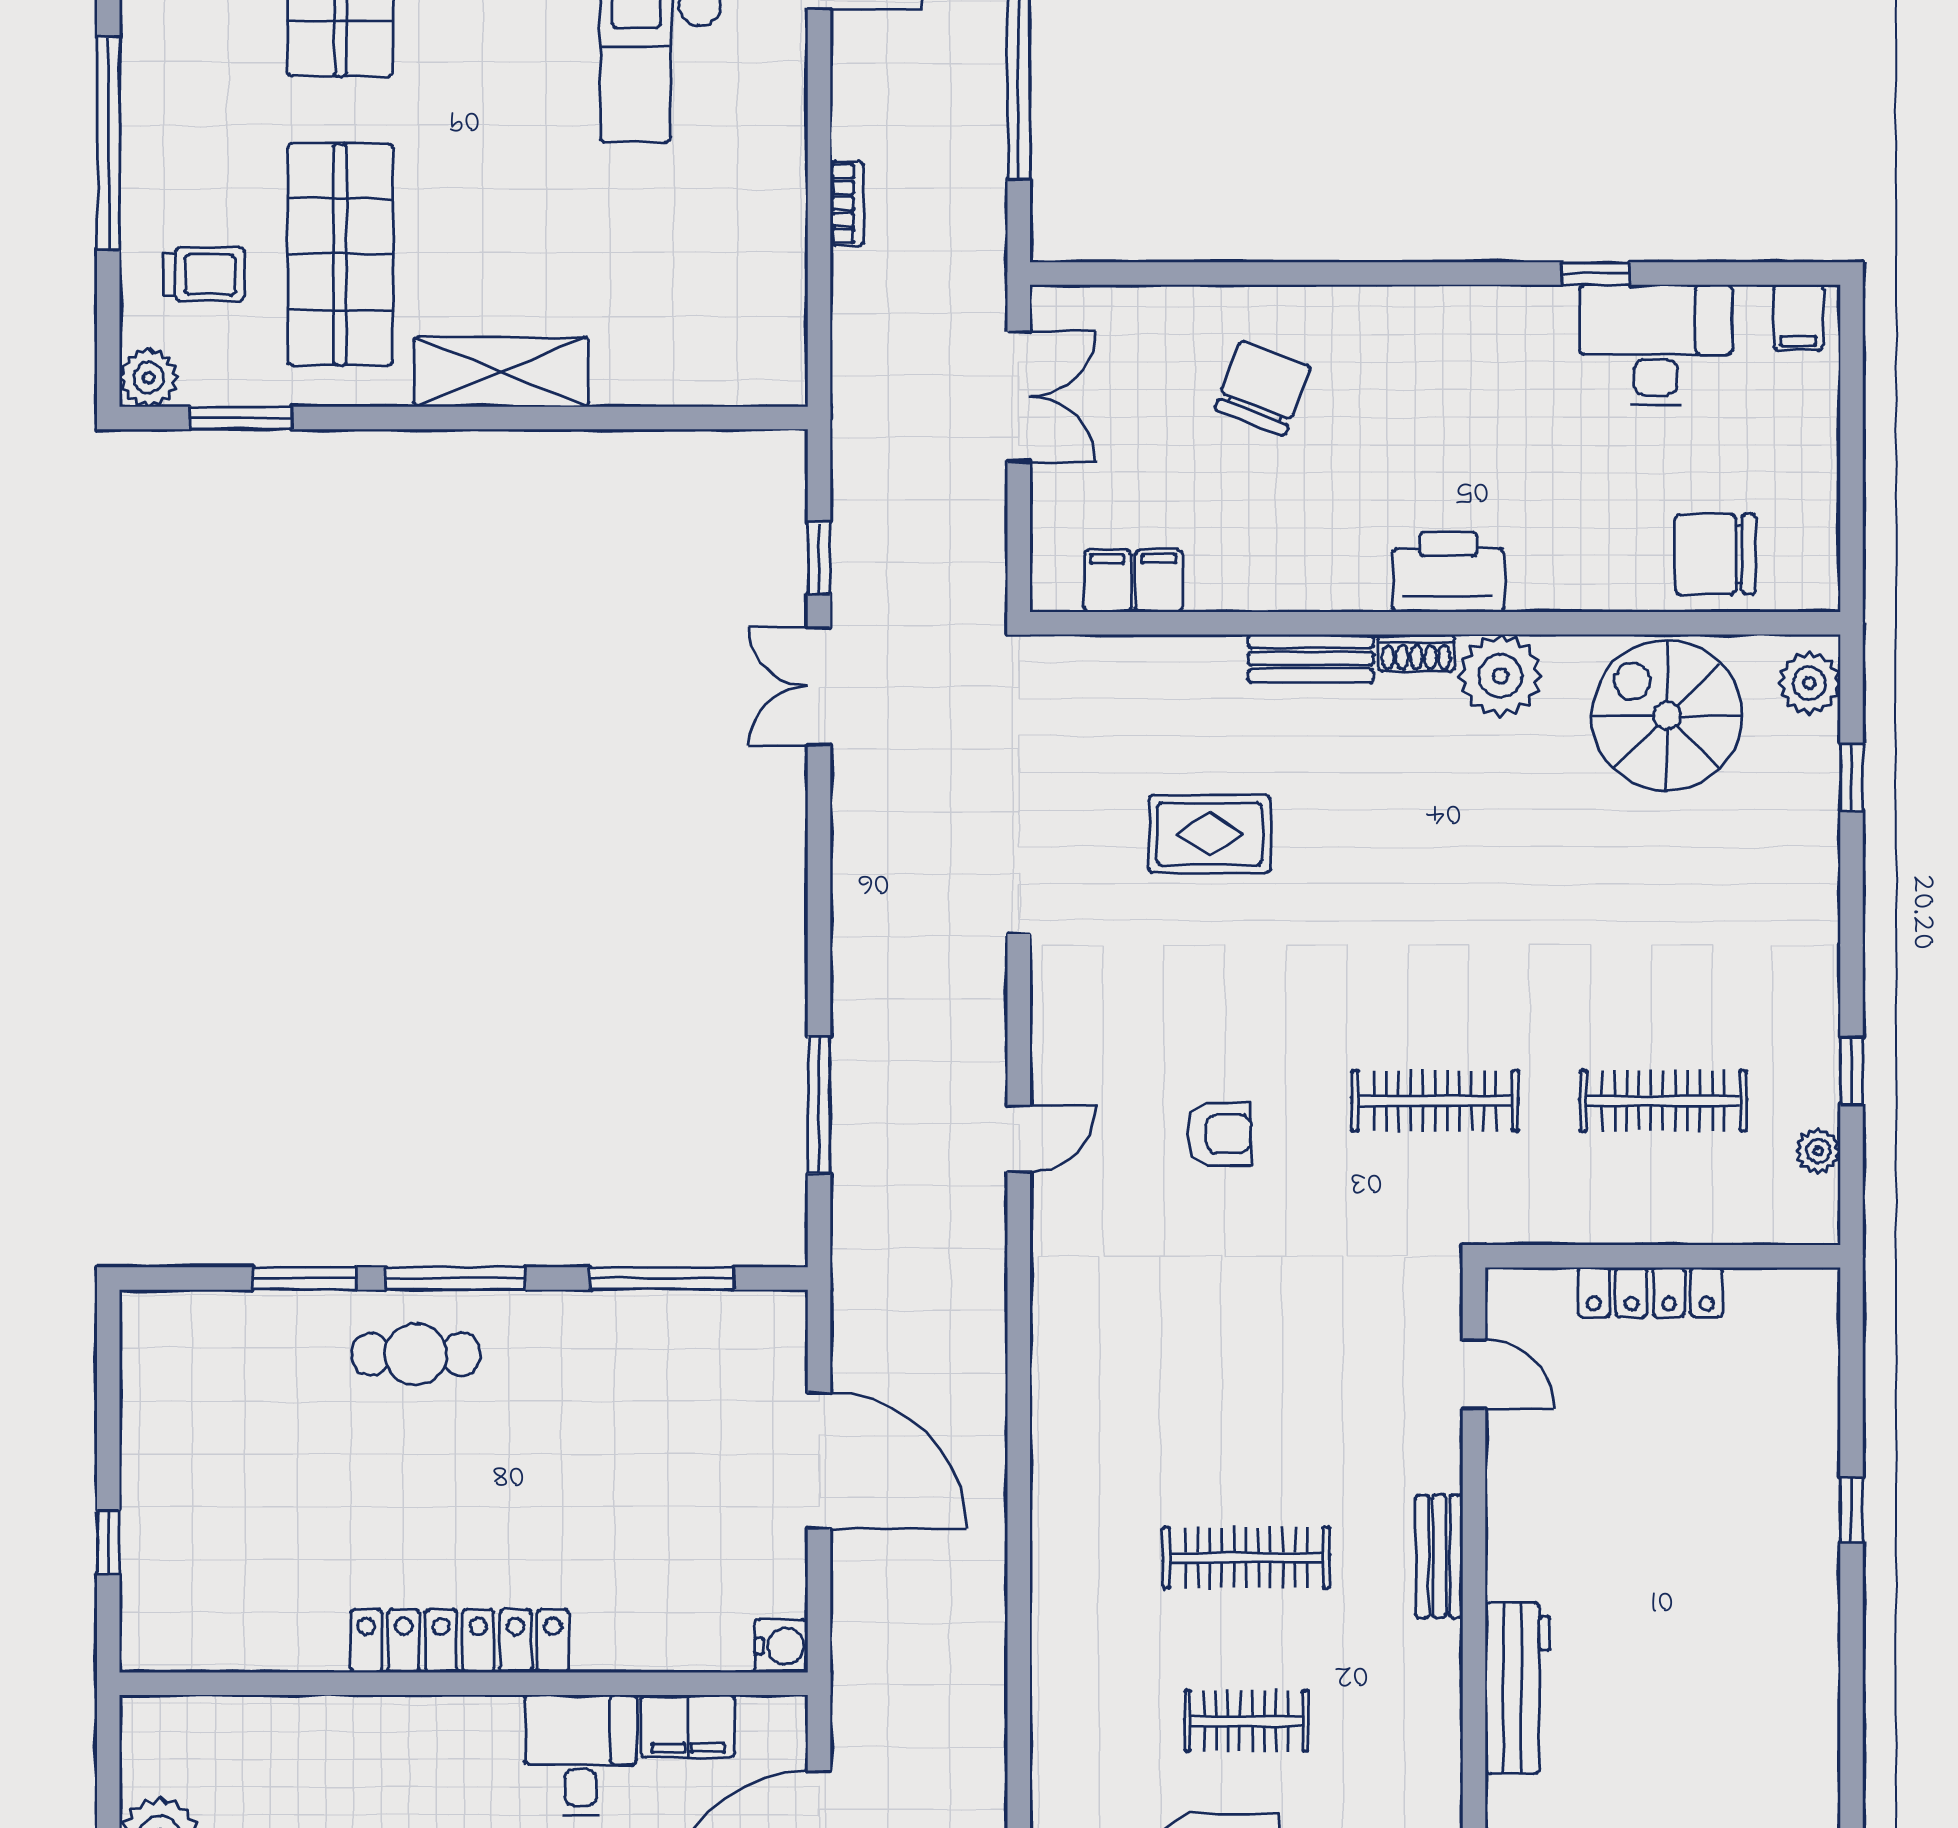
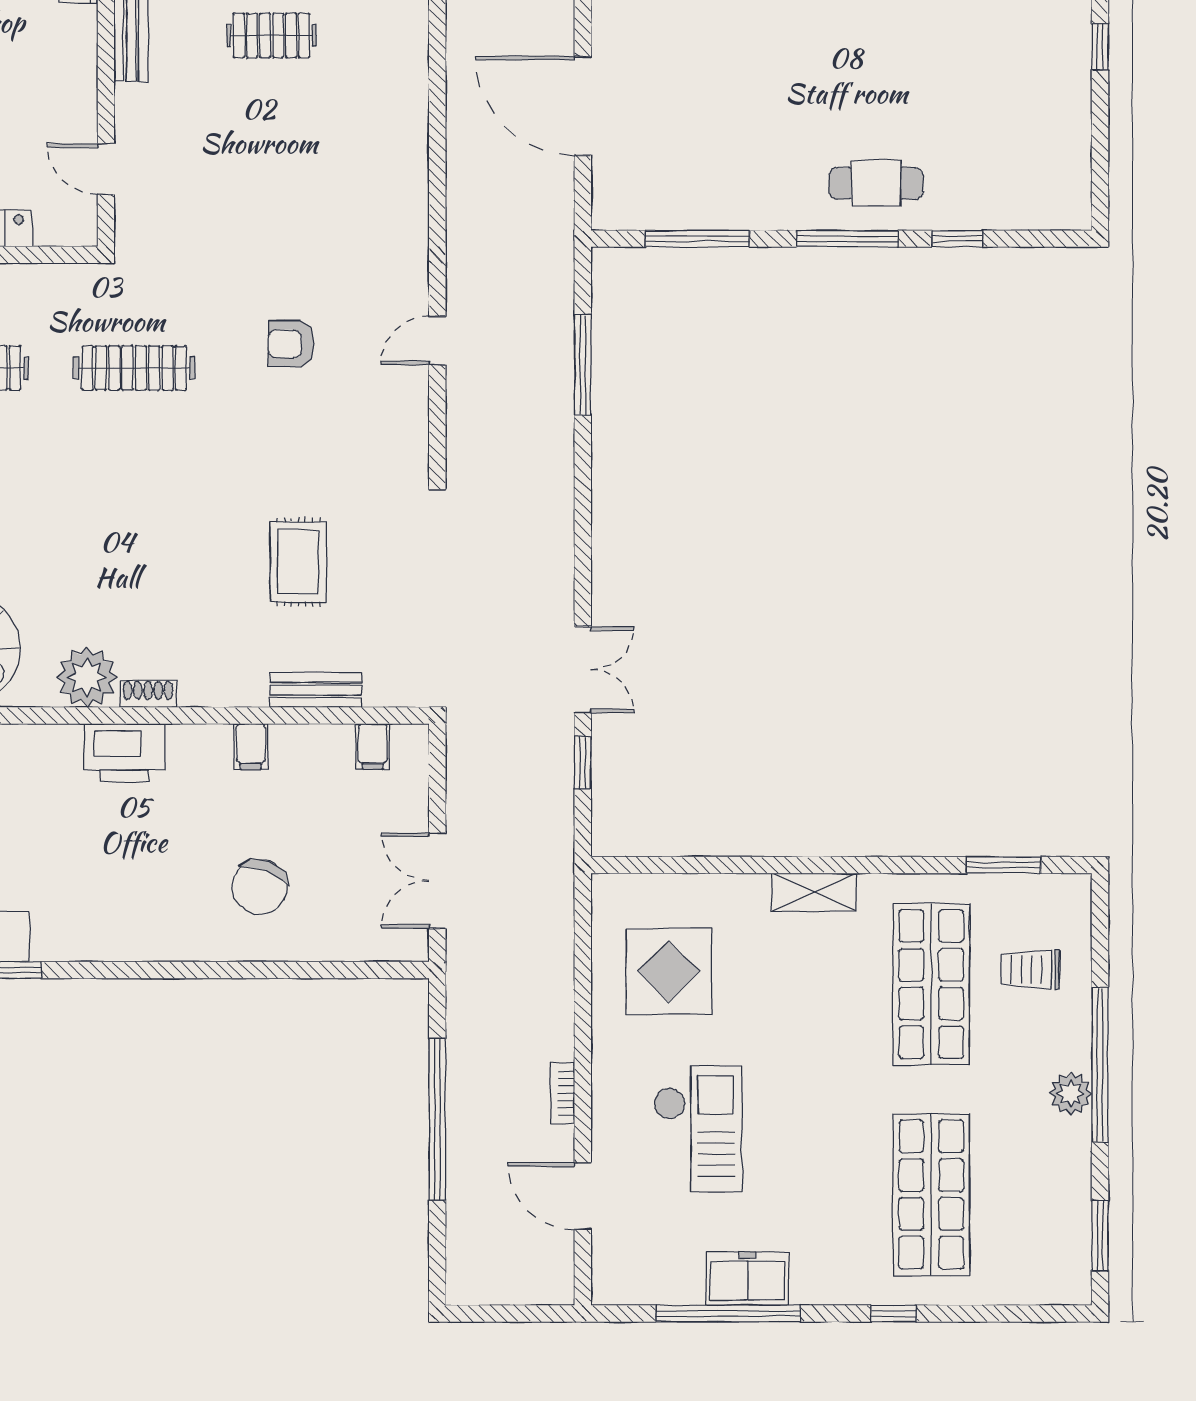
bookcase: (847, 204) -> (562, 1093), moved
display table: (701, 272) -> (669, 971), added
shelving: (501, 372) -> (814, 892), width x0.67, depth x0.75
plant: (149, 378) -> (1071, 1093), moved
filing cabinet: (1159, 581) -> (251, 746), moved
bench: (1311, 658) -> (316, 690), moved
rug: (1210, 834) -> (298, 562), turned 90
window: (305, 1278) -> (957, 239), width x0.67
clothes rail: (1246, 1558) -> (272, 35), width x0.73

